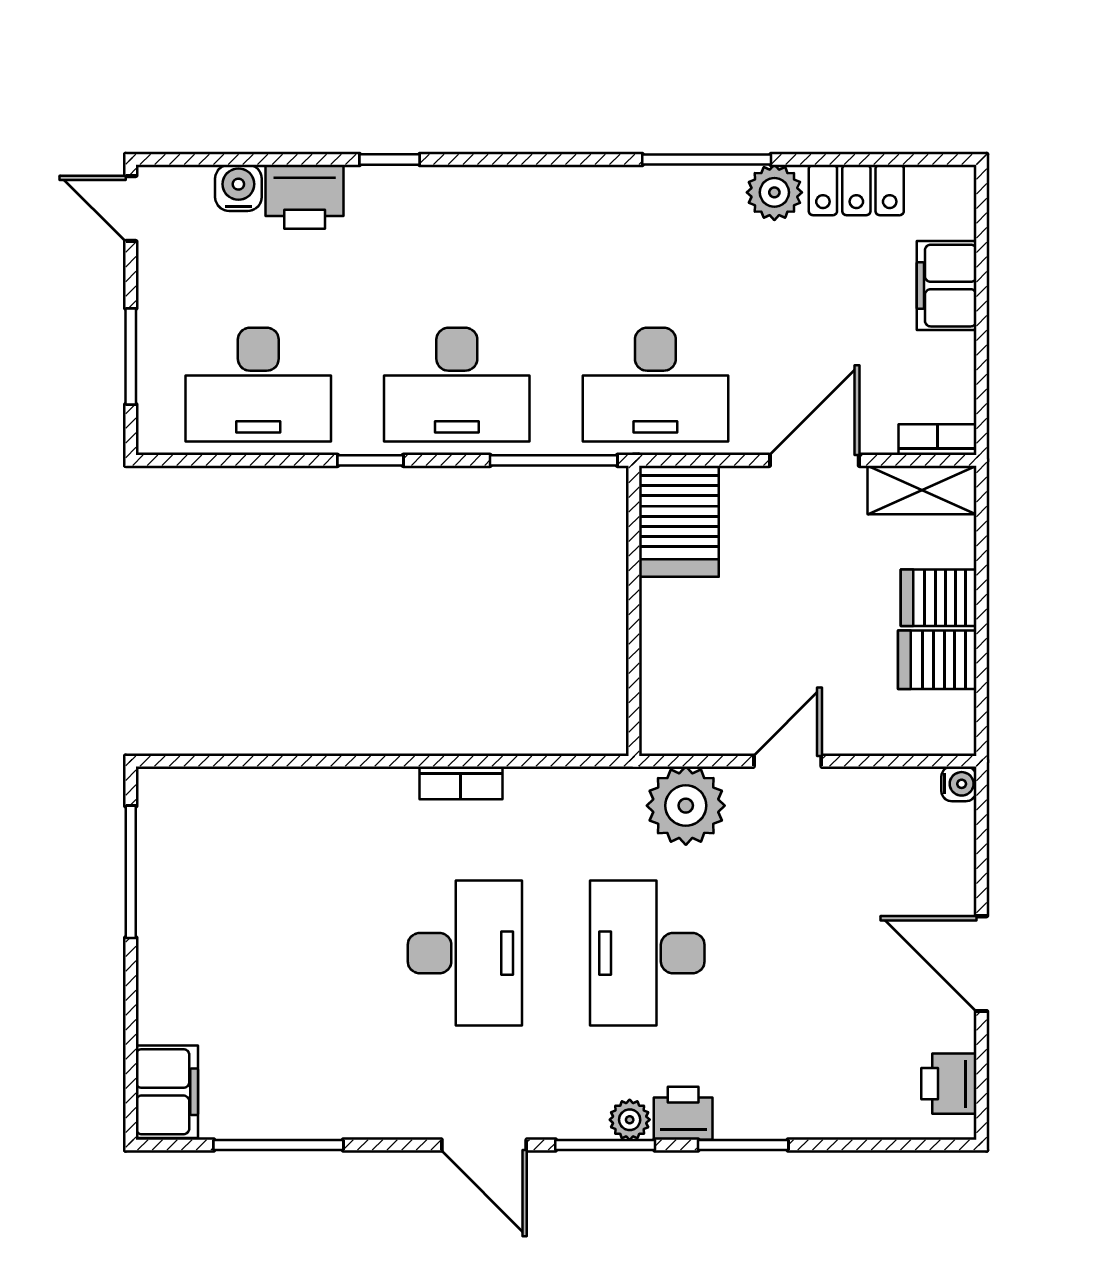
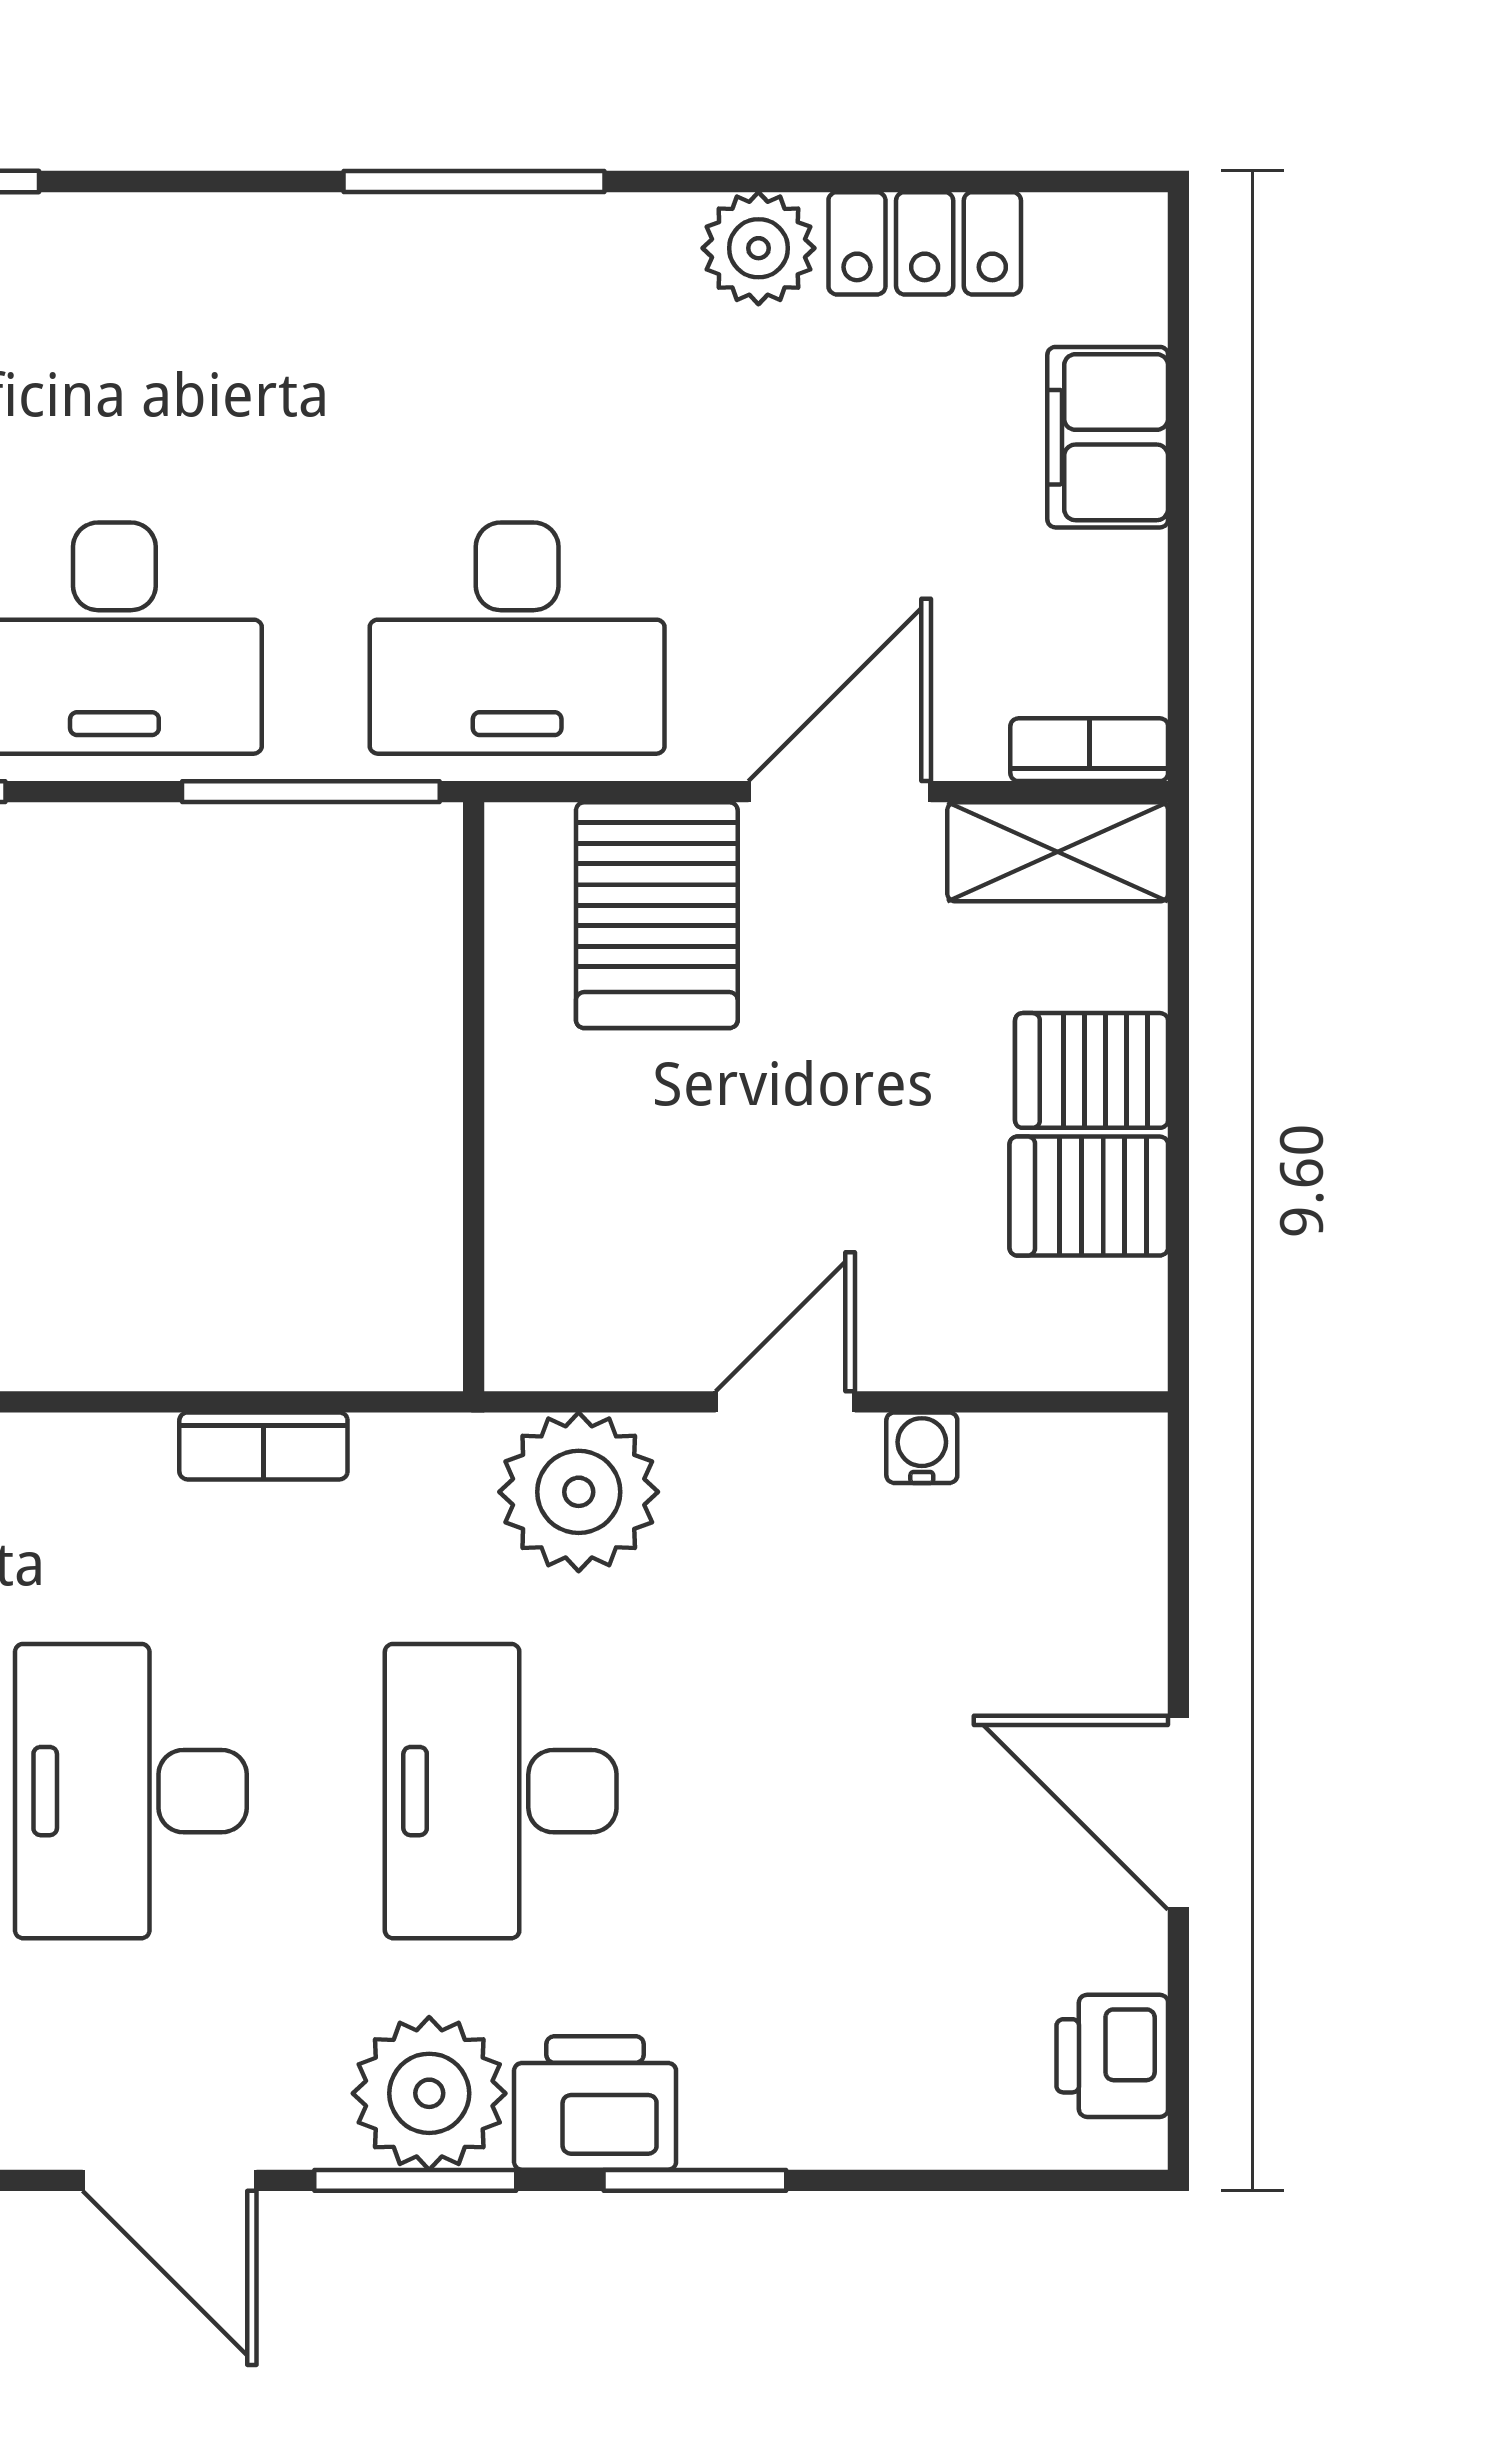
window: (707, 159) -> (474, 182), moved
server rack: (679, 521) -> (657, 915), moved
bookcase: (461, 783) -> (263, 1446), moved
water cooler: (959, 784) -> (922, 1448), moved, turned -90
desk: (465, 953) -> (131, 1791), turned 180
printer: (683, 1113) -> (595, 2103), width x1.36, depth x1.24
plant: (630, 1120) -> (429, 2093), width x1.88, depth x1.88

